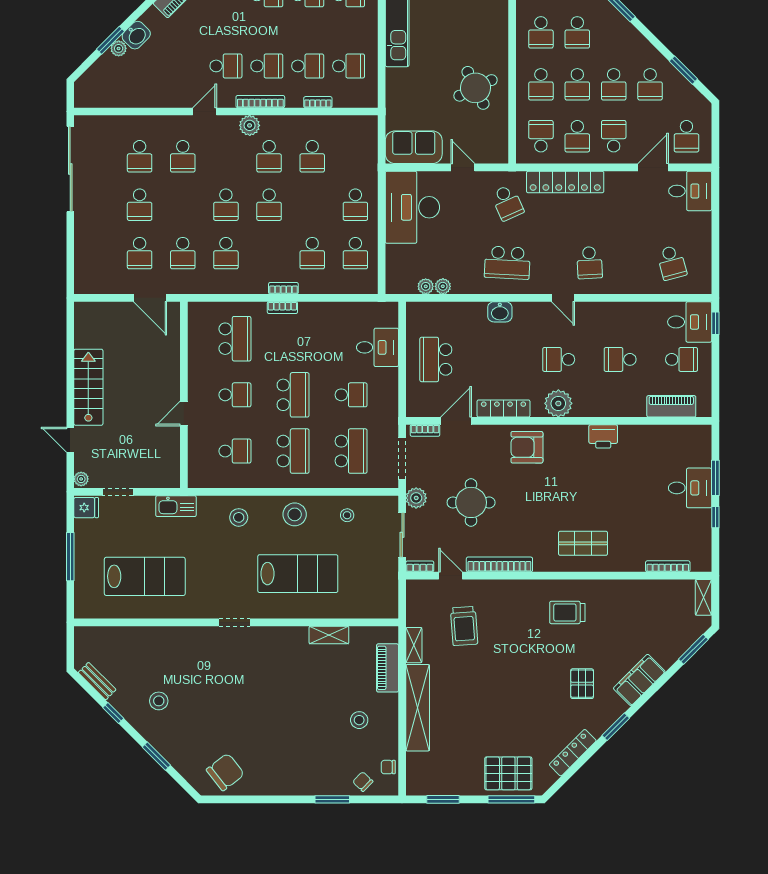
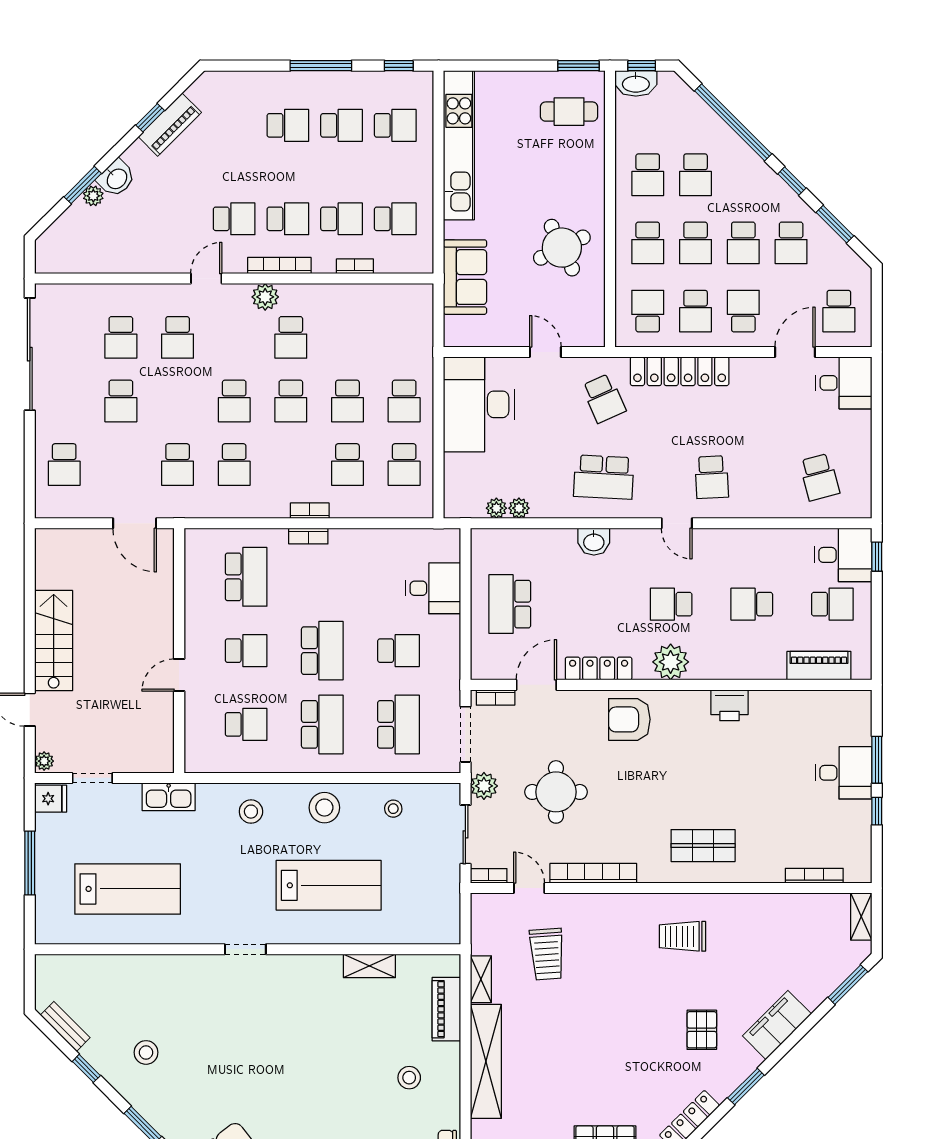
window: (651, 37) -> (792, 181), added
sofa: (414, 147) -> (465, 277), moved, turned 90
school desk: (312, 156) -> (347, 401), moved
school desk: (140, 253) -> (64, 465), moved

